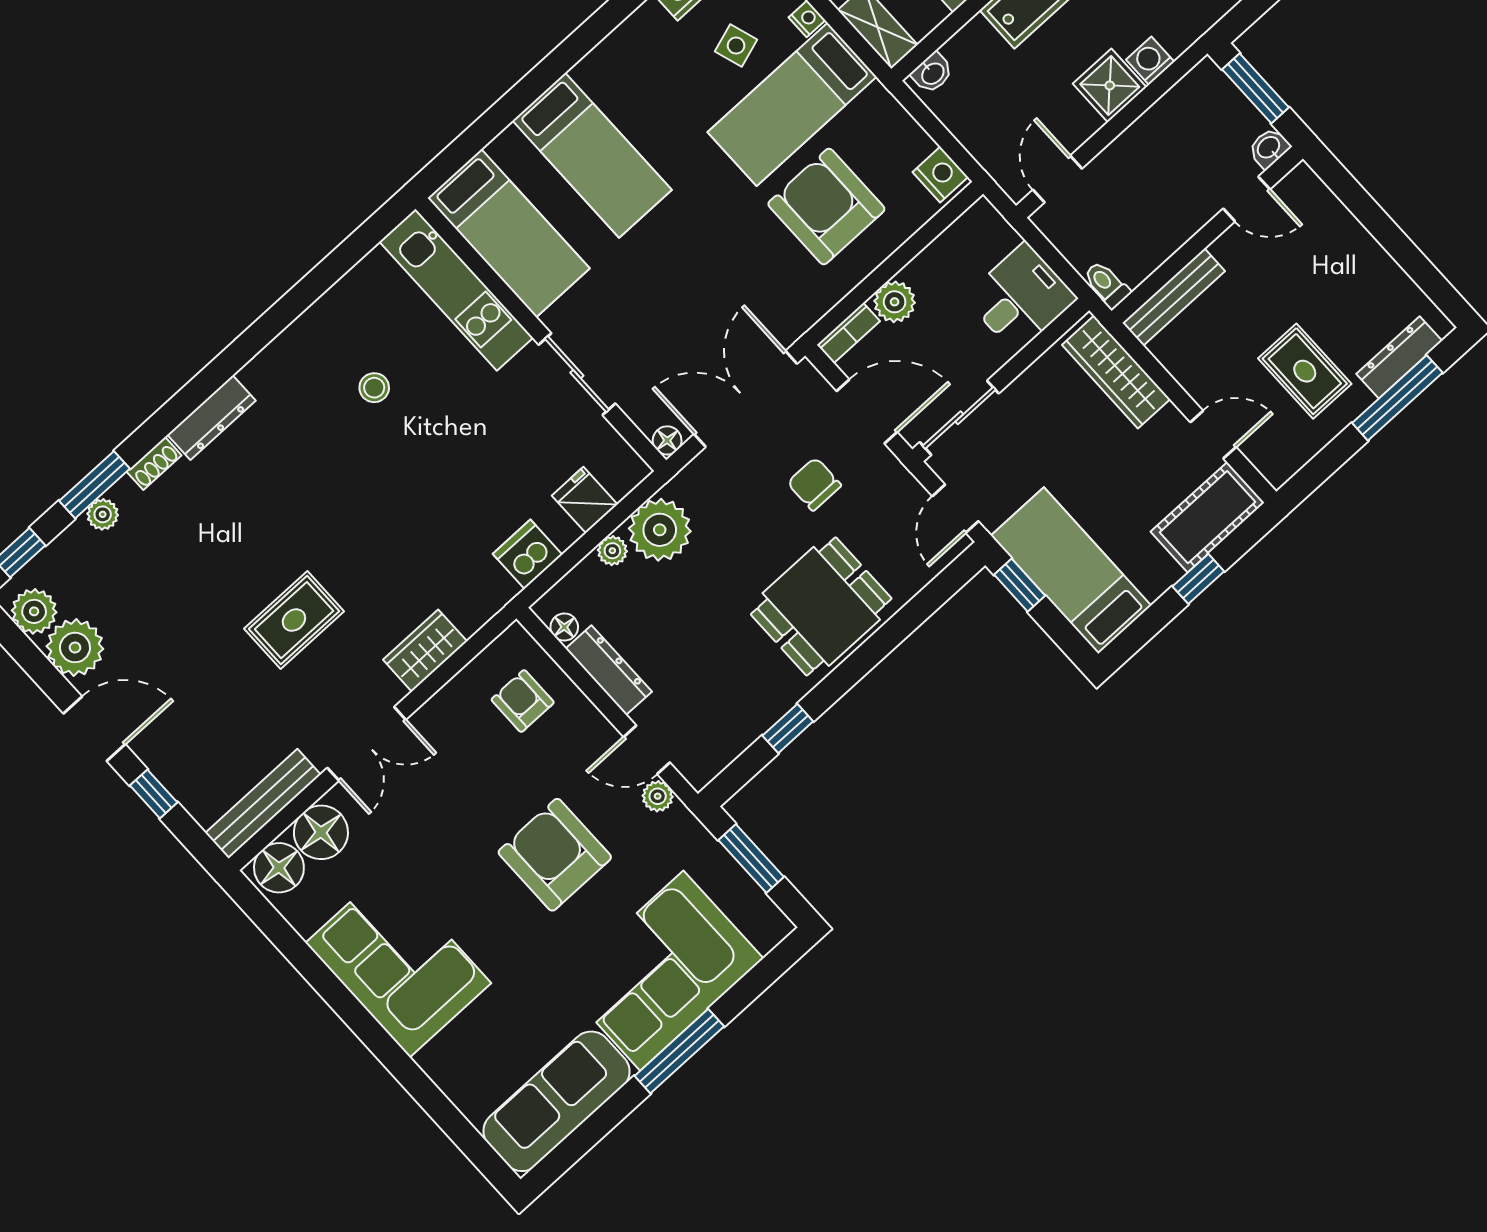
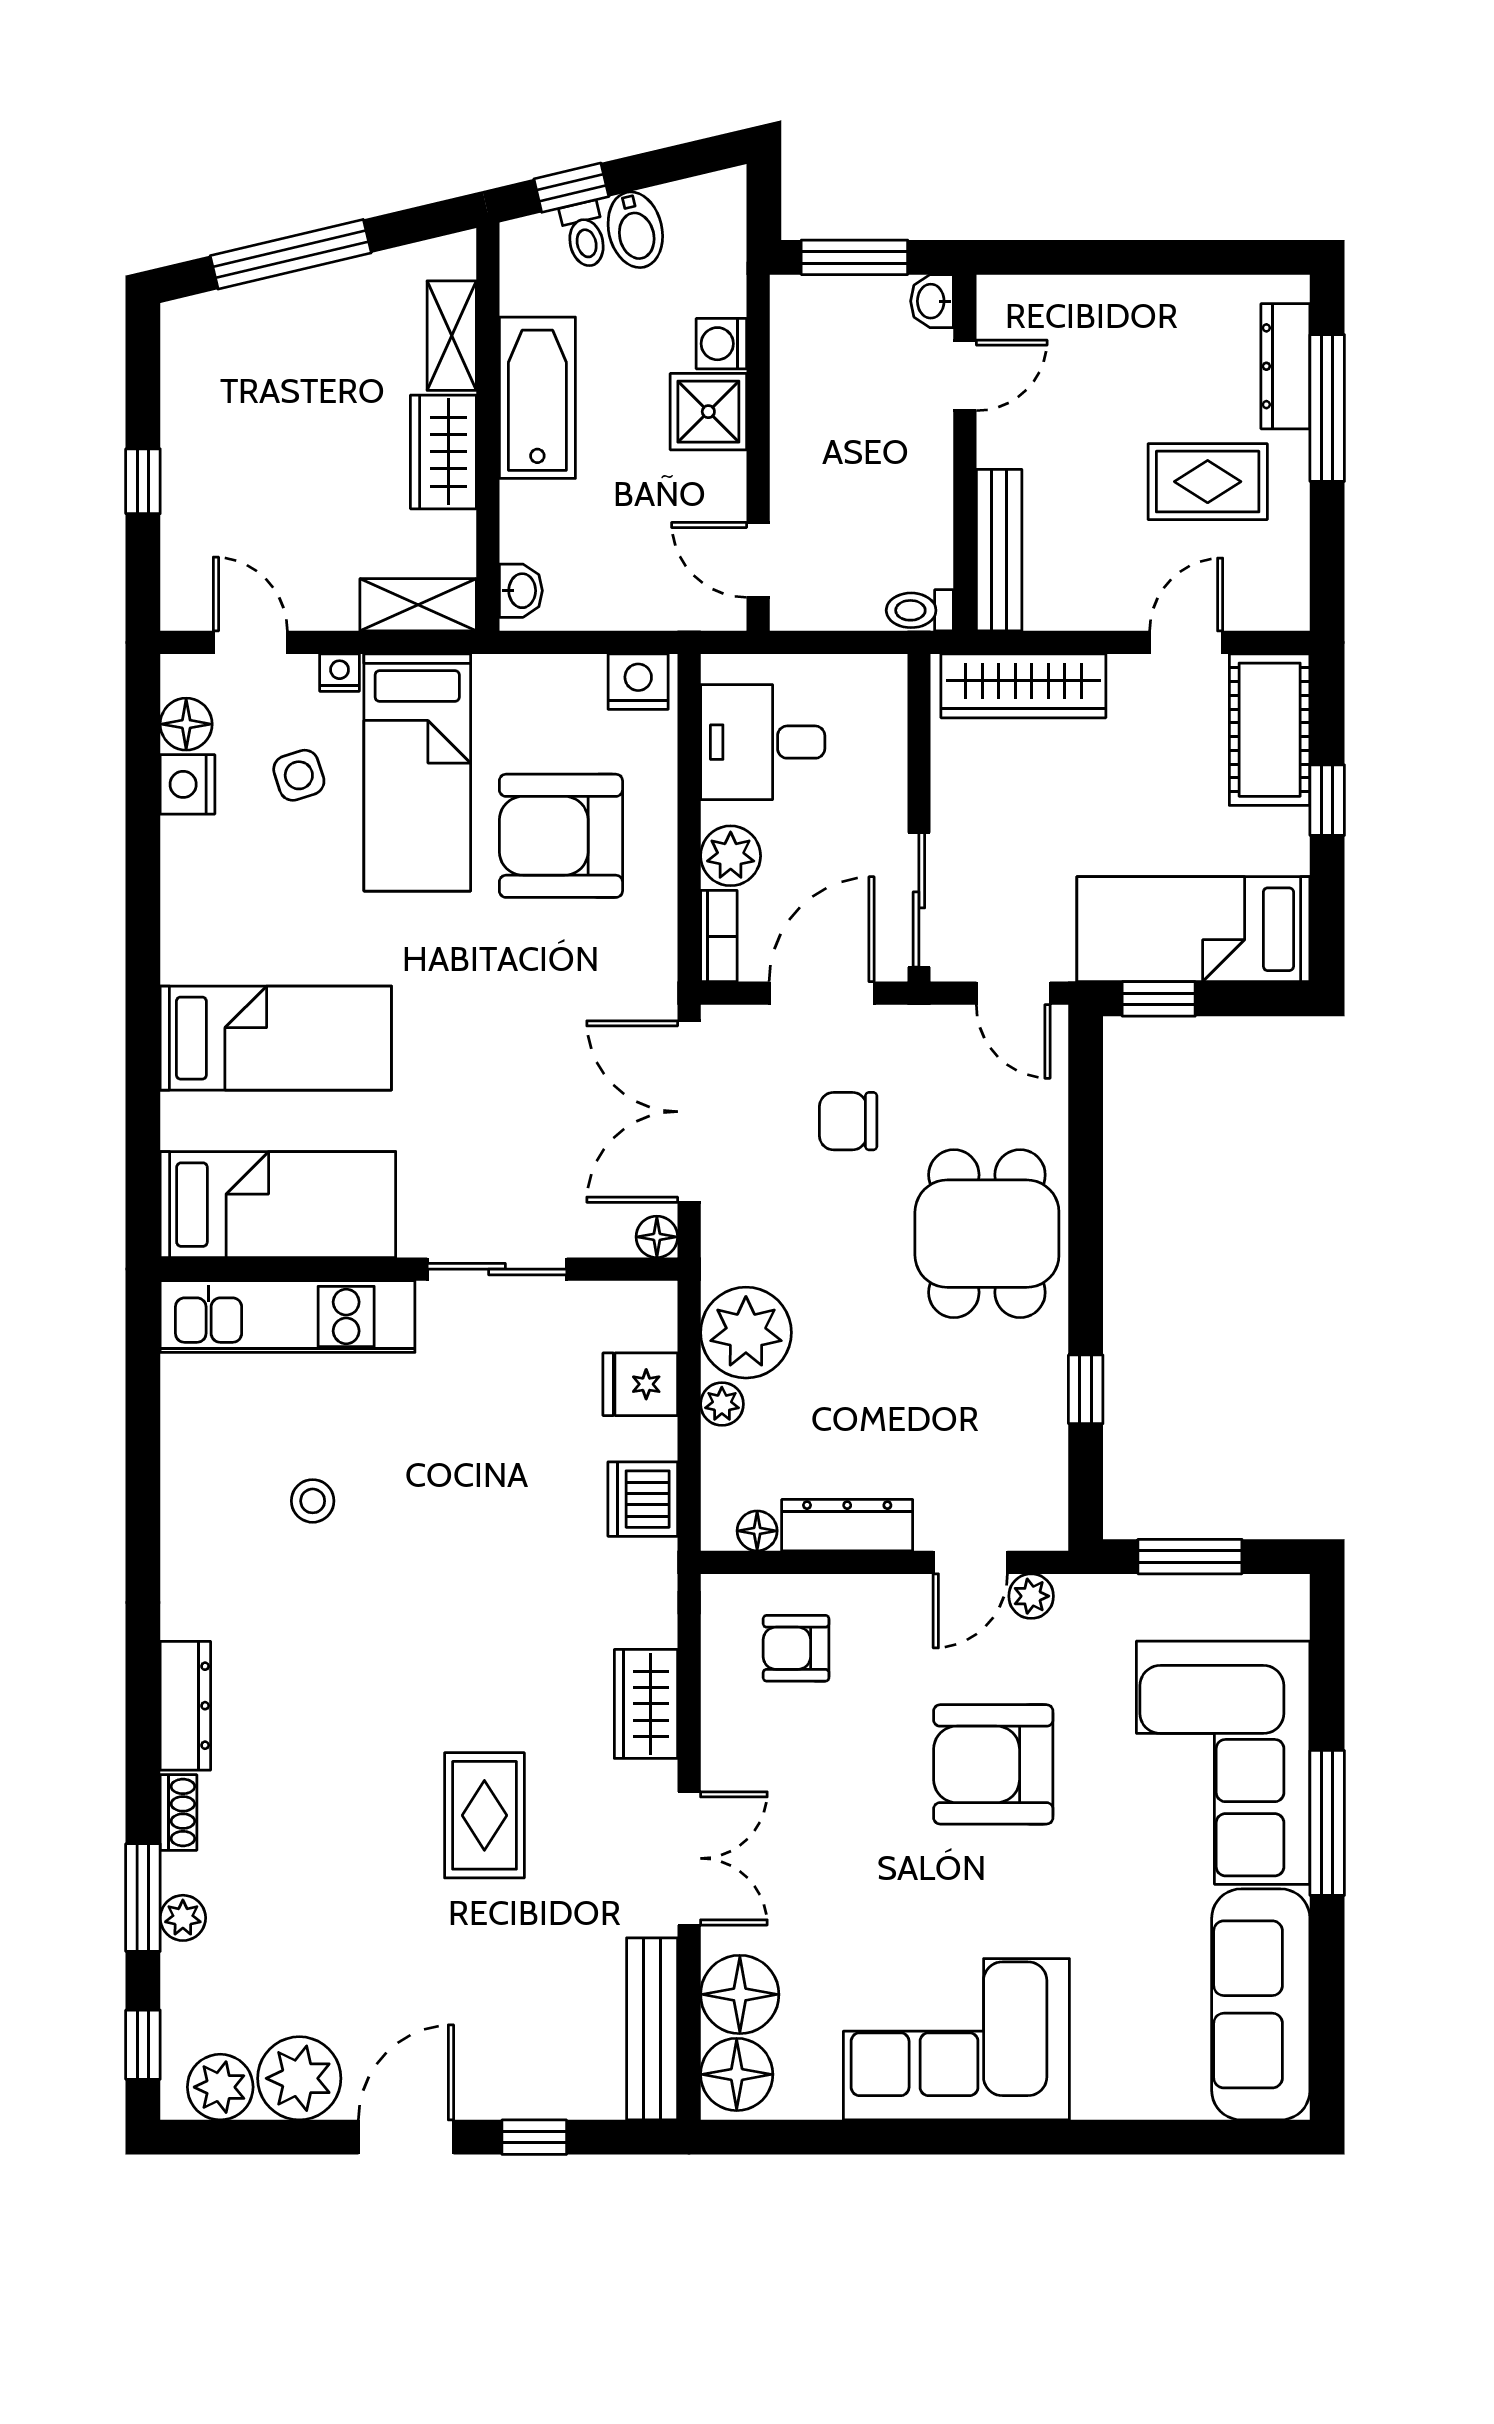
desk: (1021, 298) -> (763, 742), moved, turned -90

